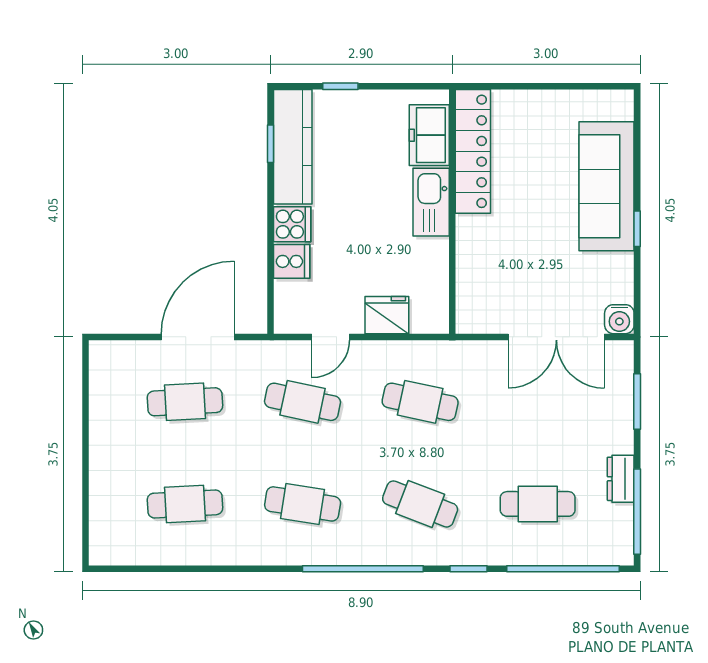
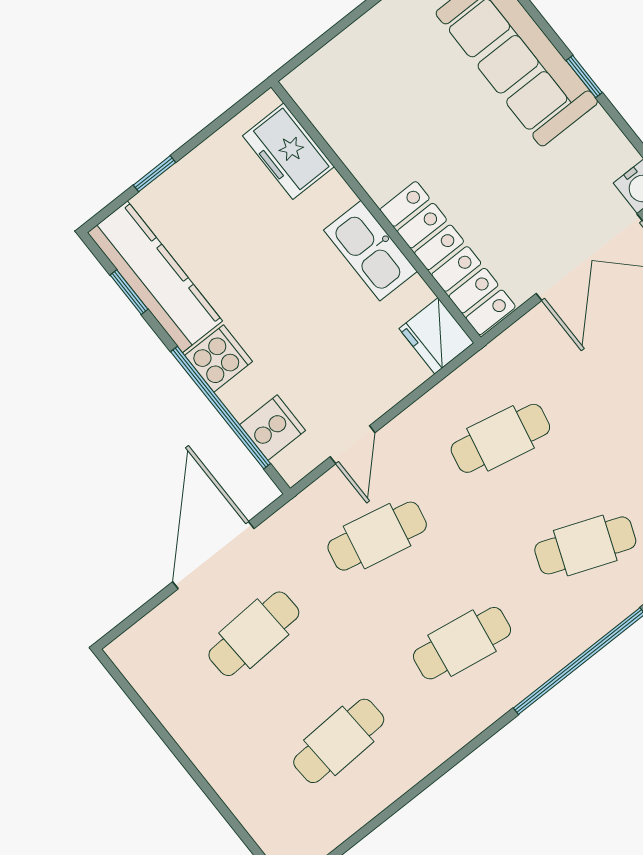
locker: (473, 151) -> (448, 258), moved
kitchen sink: (431, 202) -> (370, 251), moved
window: (270, 254) -> (221, 408), added
cooker: (292, 261) -> (272, 428), moved
fridge: (387, 315) -> (437, 336), moved, turned -90

